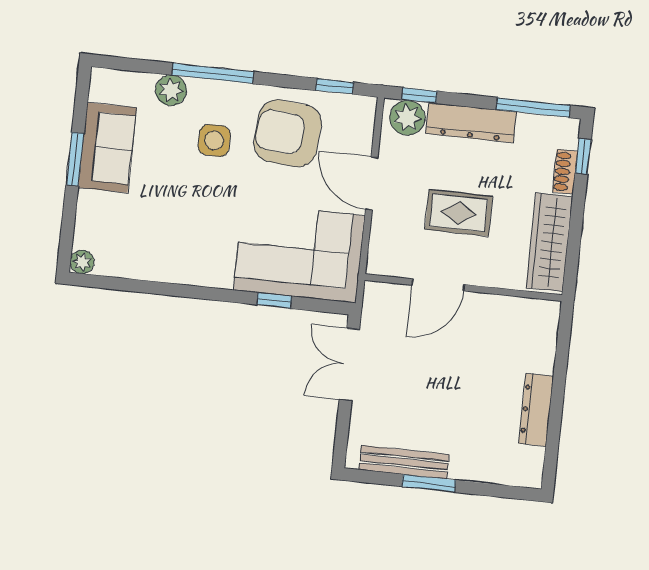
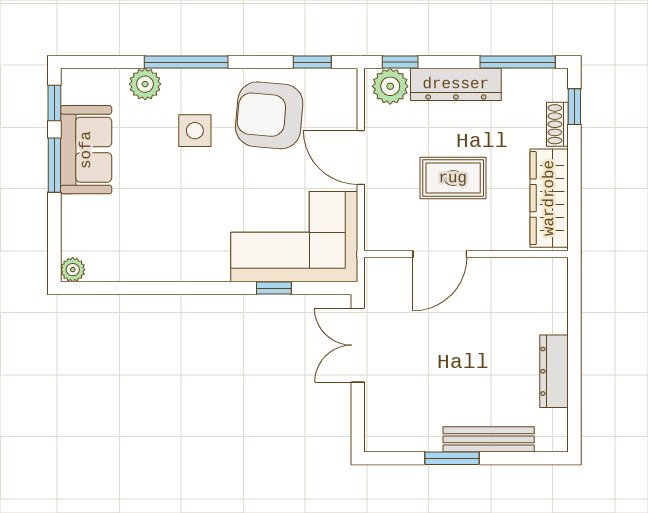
window: (81, 99) -> (54, 103), added
bench: (404, 462) -> (489, 439), moved

